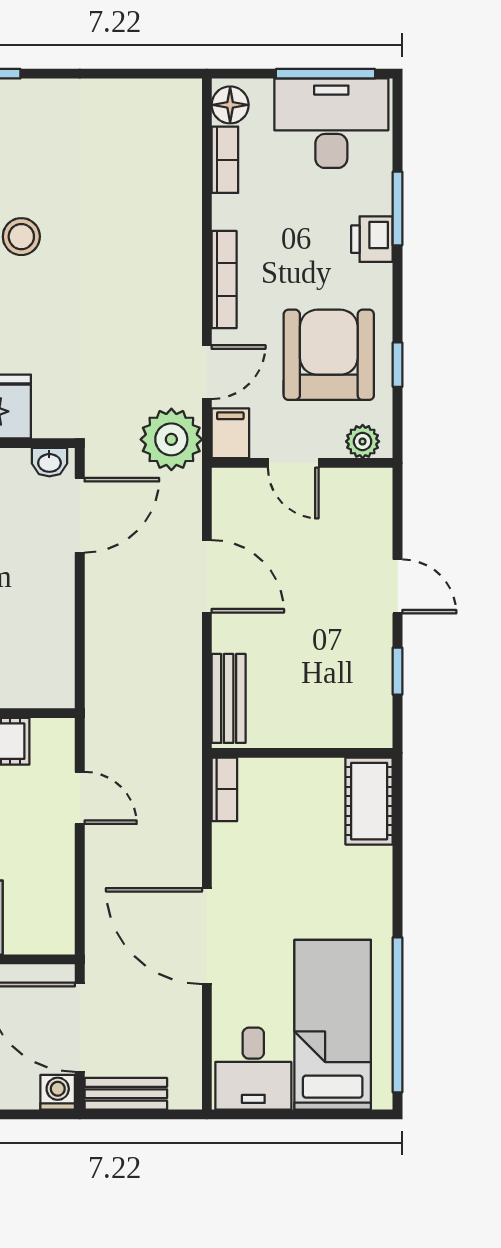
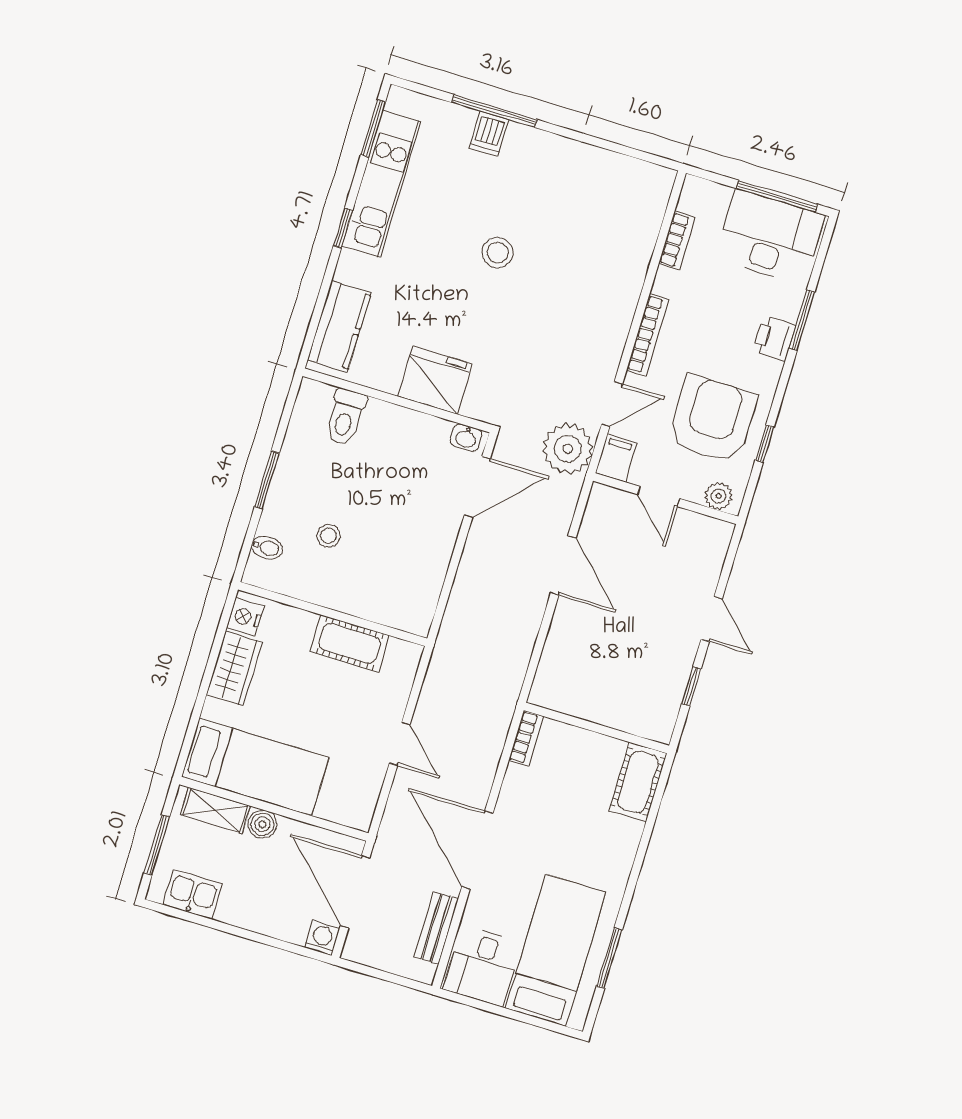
floor lamp: (230, 105) -> (694, 198), removed
bench: (229, 698) -> (551, 667), removed
door: (80, 798) -> (400, 744), moved
window: (398, 1015) -> (609, 958), width x0.47
bench: (126, 1094) -> (436, 928), moved, turned 90

